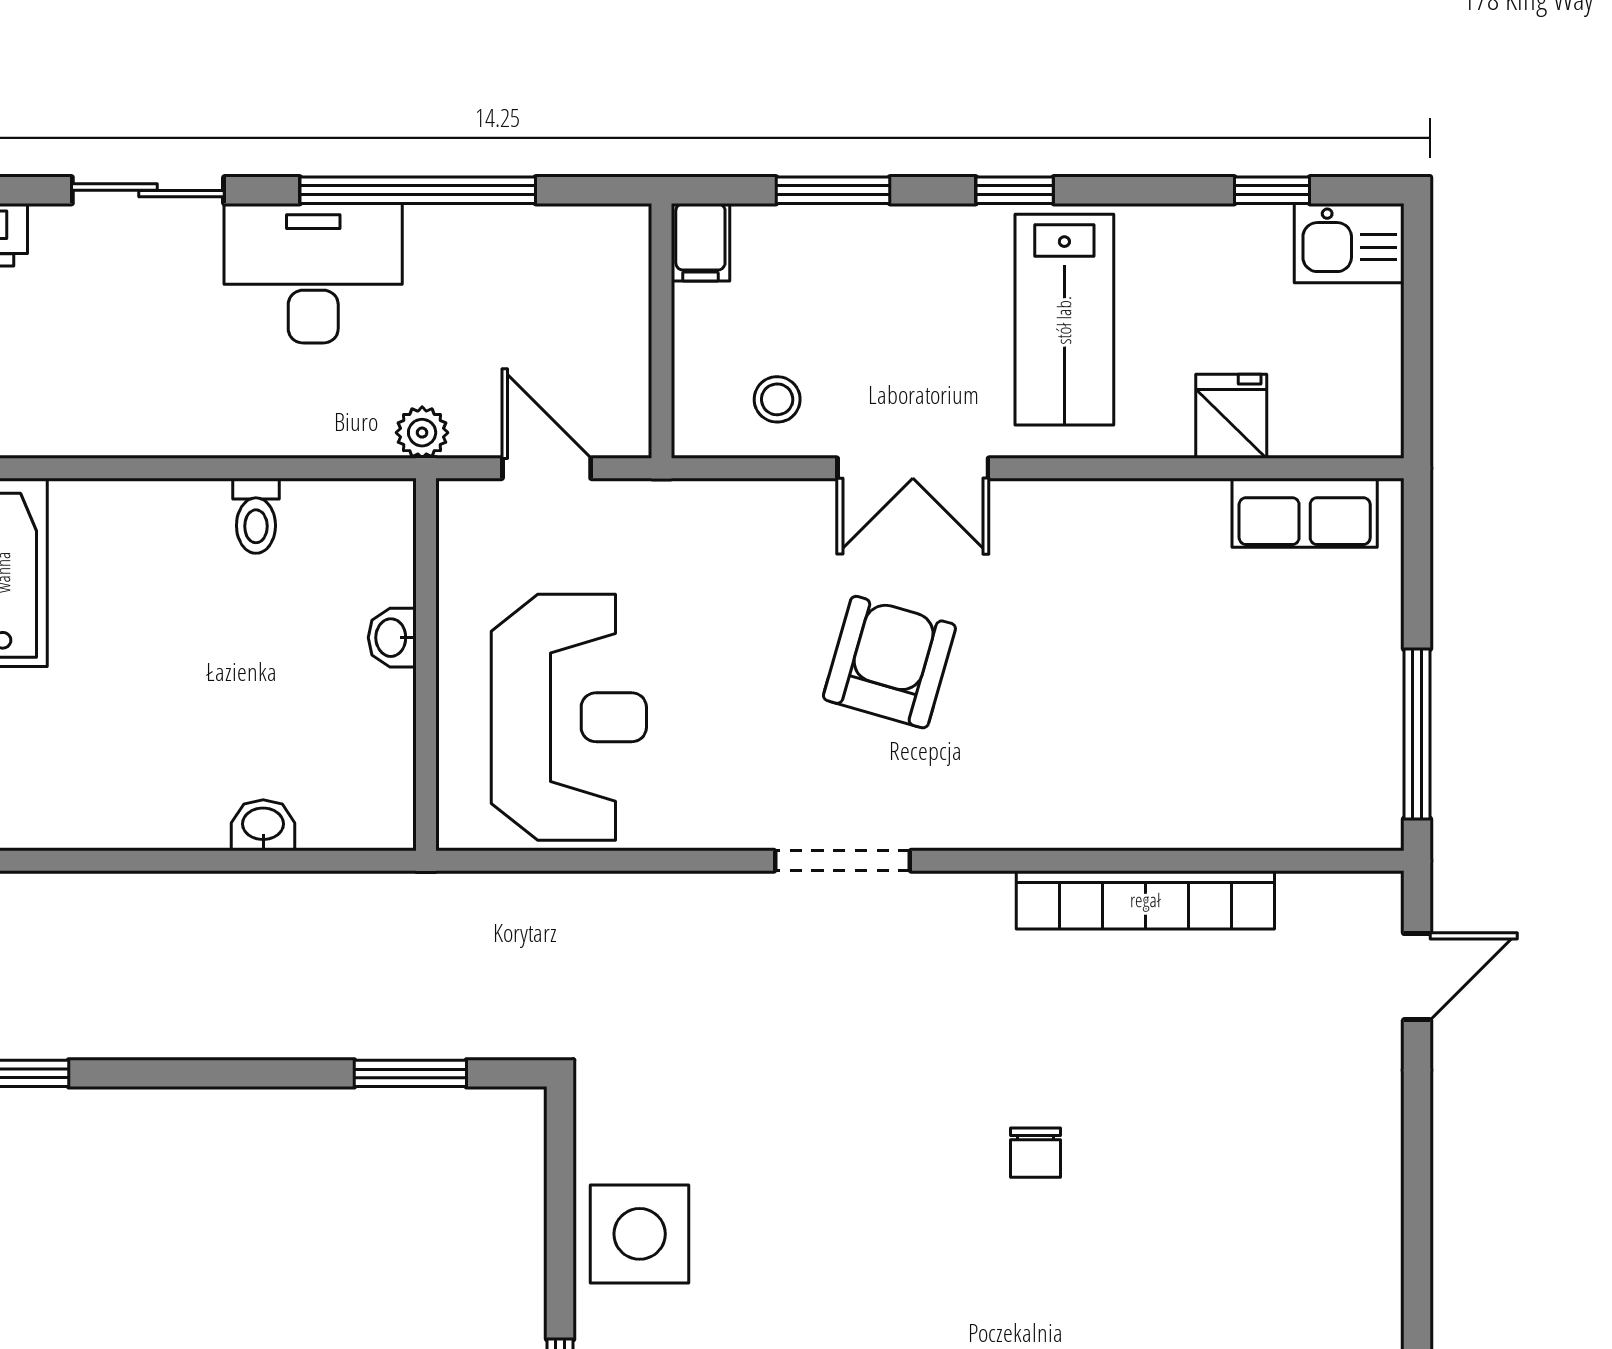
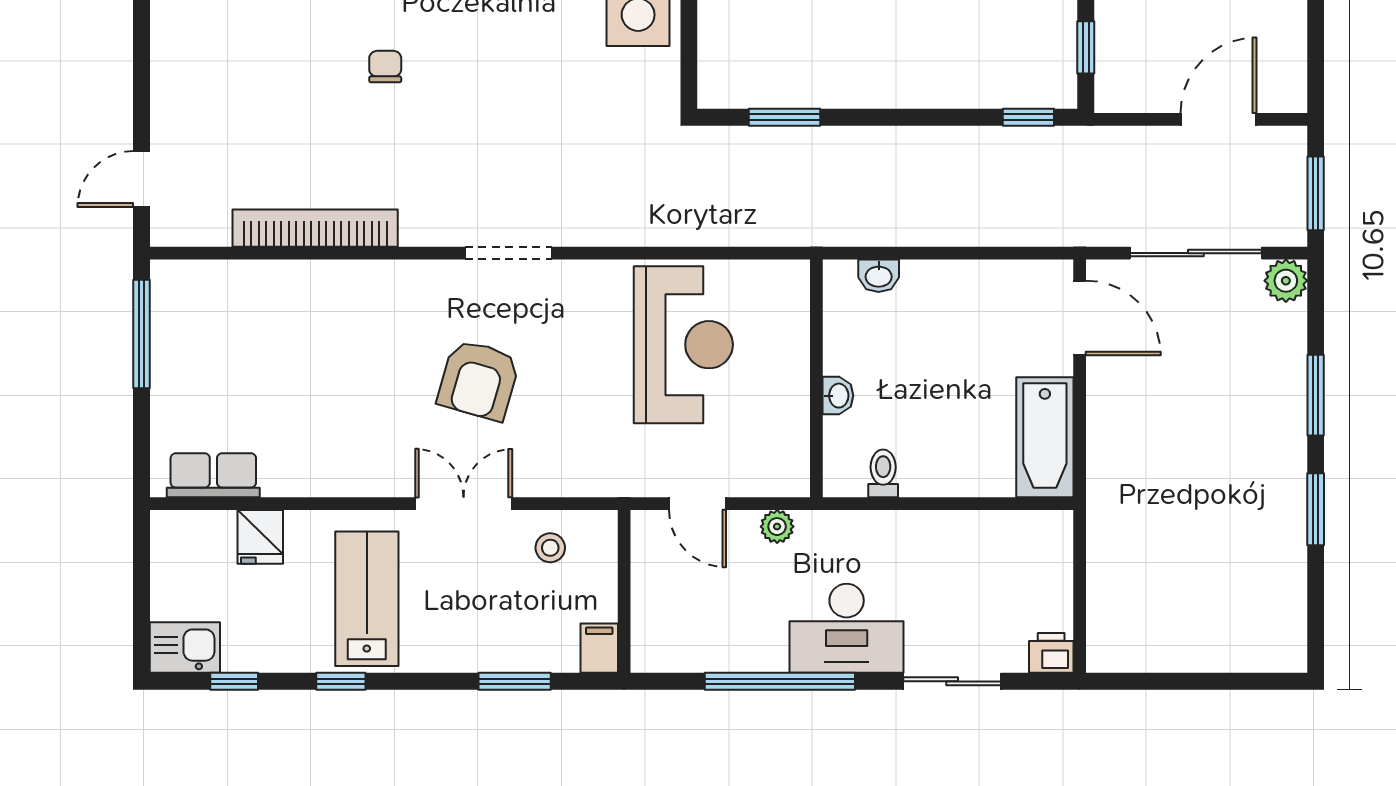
window: (1015, 190) -> (341, 681), moved
washbasin: (392, 638) -> (838, 396), moved
wall: (426, 665) -> (816, 378), moved
reception desk: (569, 717) -> (683, 345), turned 180

